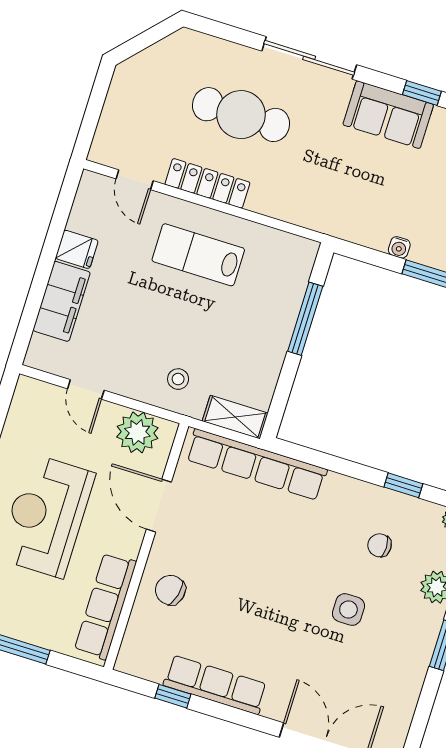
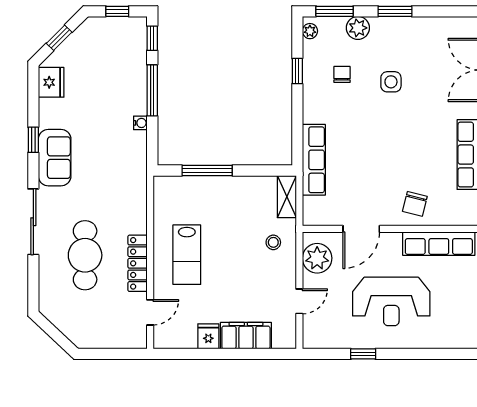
row of seats: (256, 464) -> (314, 160), width x0.73
chair: (380, 545) -> (342, 74), turned 180

